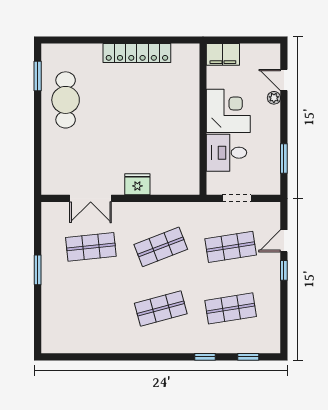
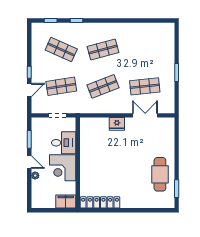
locker: (137, 53) -> (100, 202), moved
door: (284, 80) -> (29, 162), moved
shop shelf: (231, 308) -> (61, 49), turned 33

